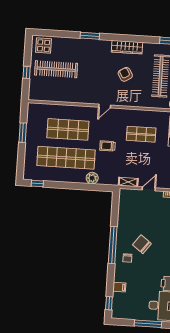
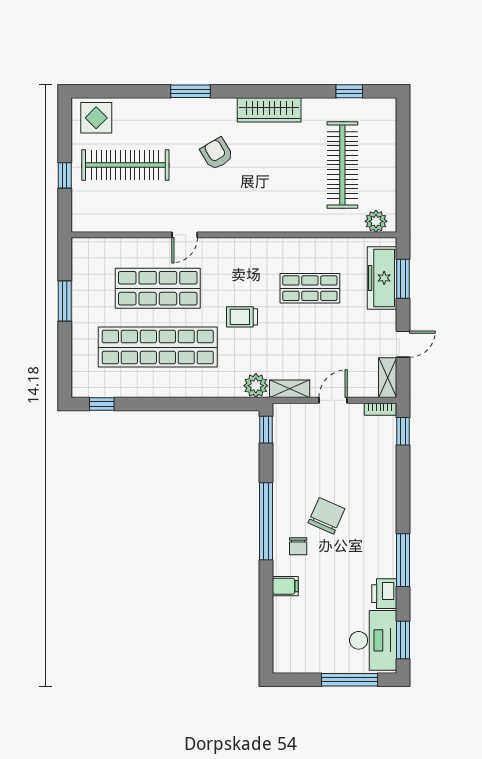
armchair: (125, 74) -> (217, 154), moved
door: (105, 106) -> (185, 235), moved
plant: (92, 178) -> (256, 386), moved
chair: (142, 244) -> (326, 516), turned 77
filing cabinet: (119, 287) -> (285, 586), moved
window: (109, 303) -> (266, 430), moved

